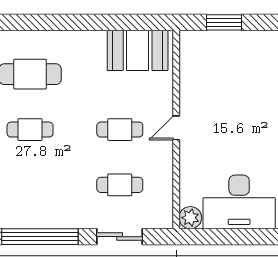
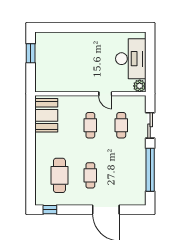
window: (224, 22) -> (31, 53), moved
door: (176, 128) -> (105, 94), moved

